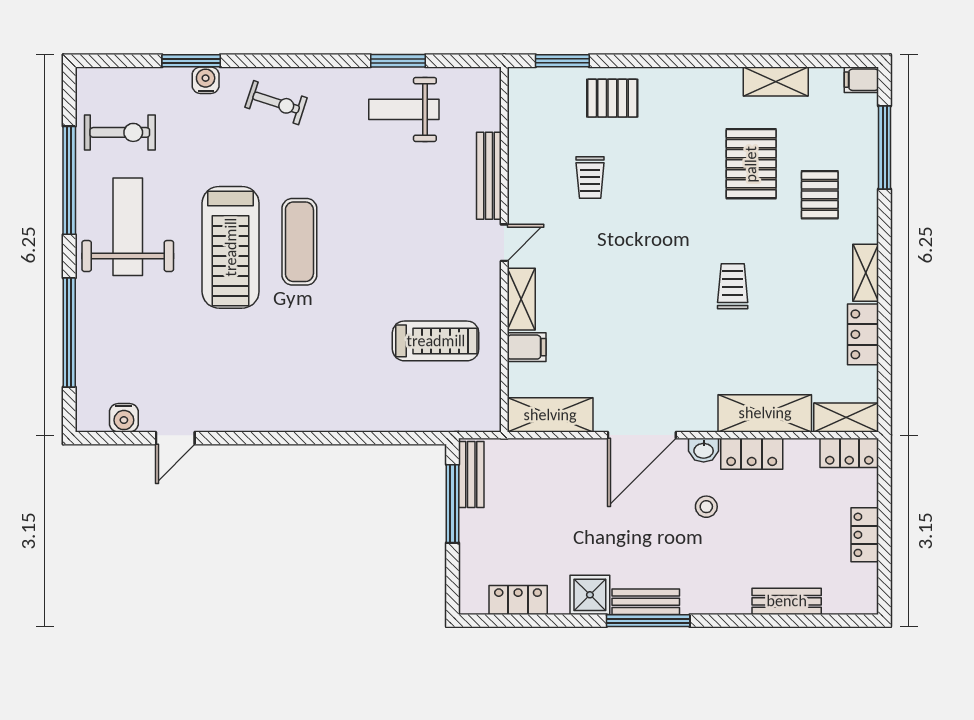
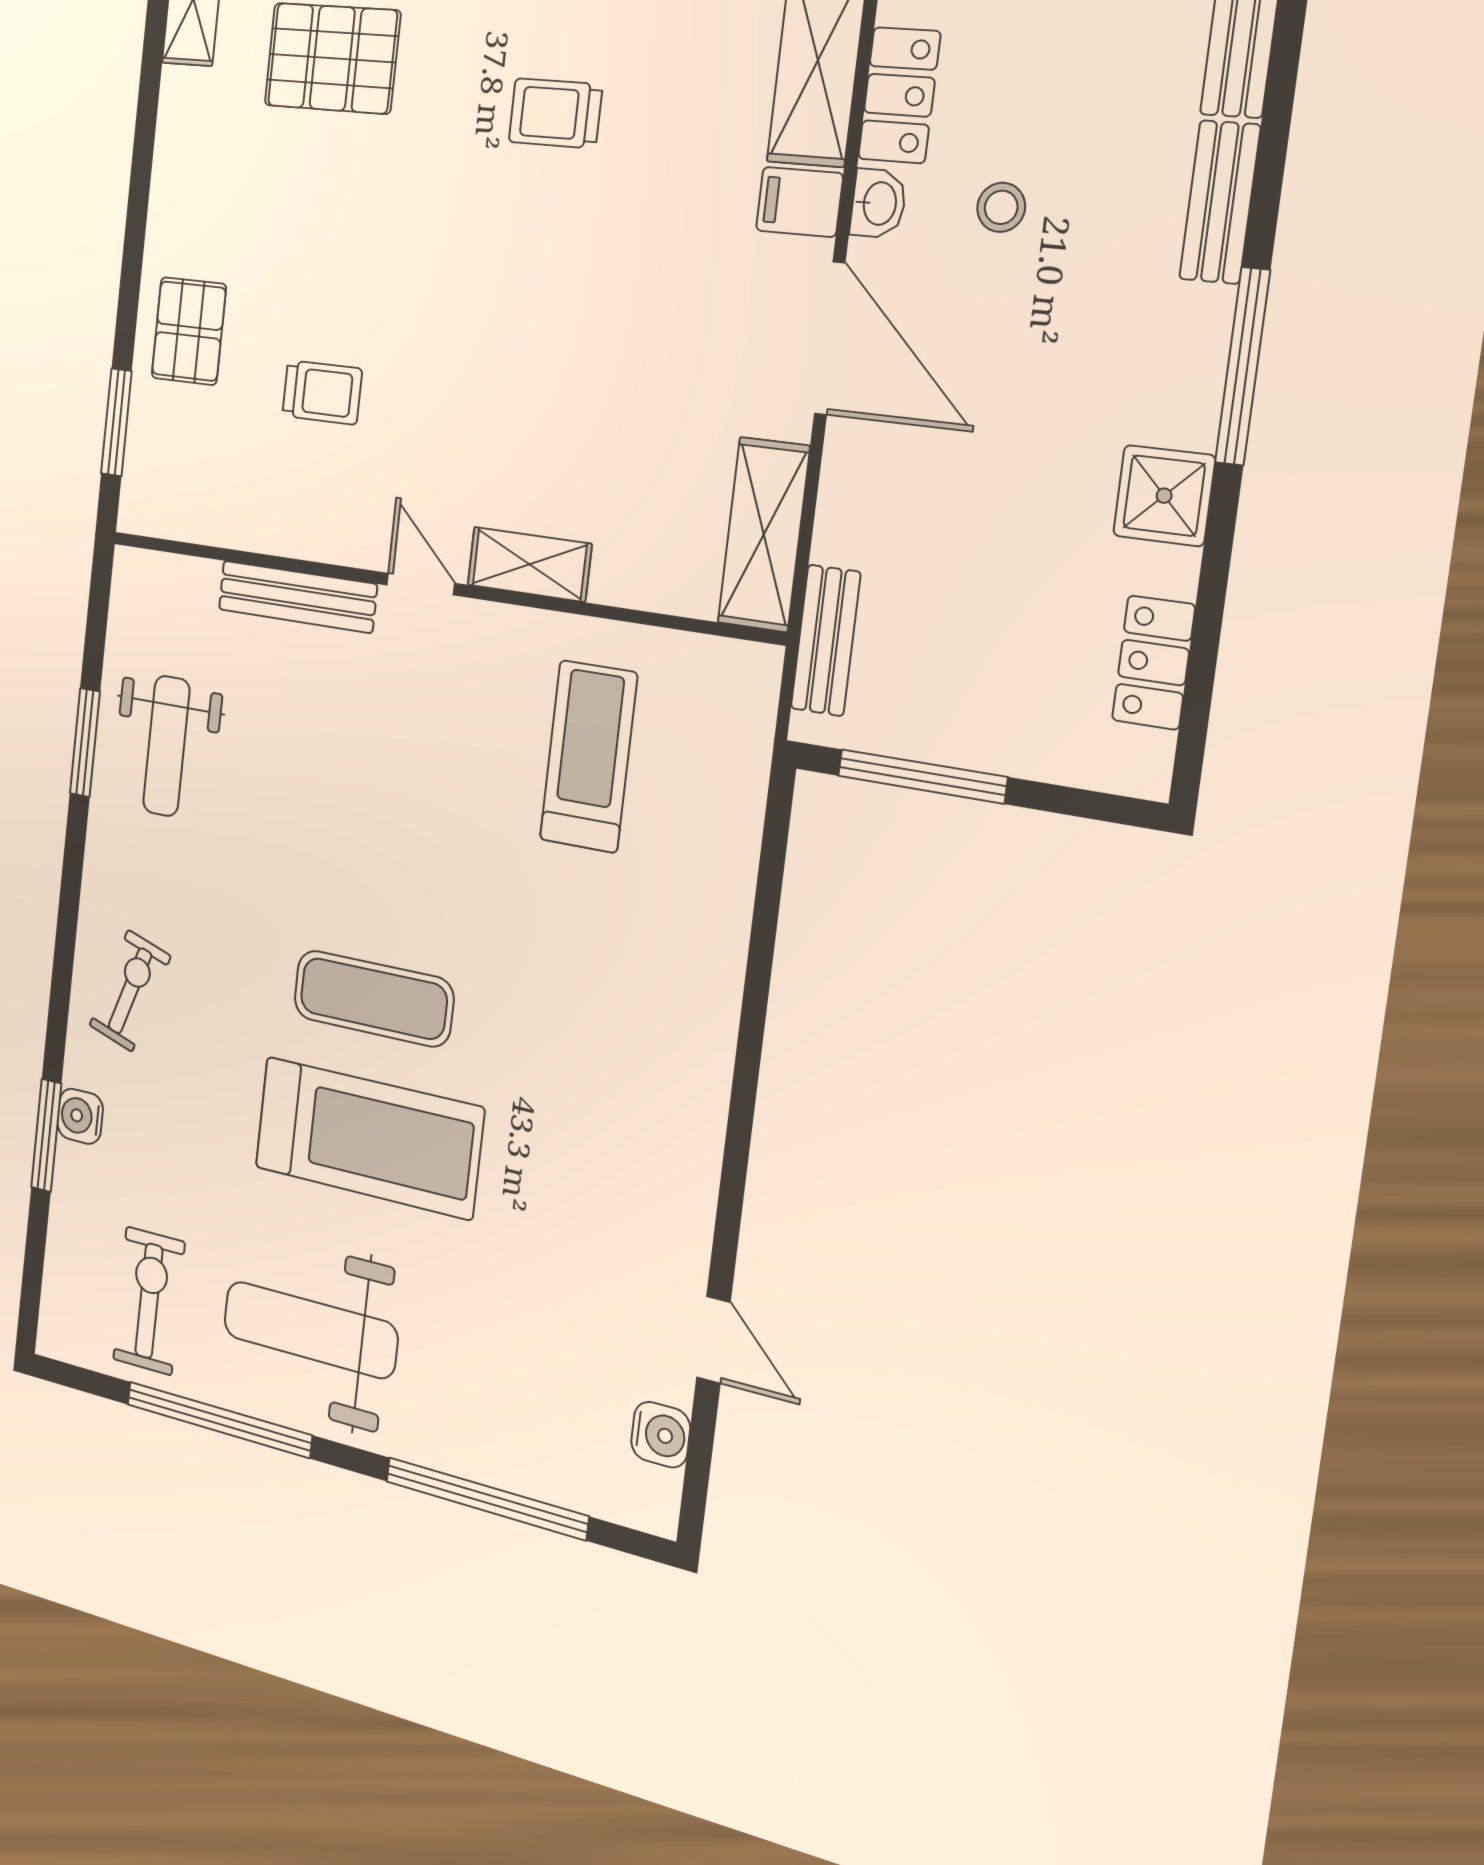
filing cabinet: (527, 347) -> (799, 202), moved, turned -90
bench: (471, 474) -> (826, 640), moved, turned 90
bench: (646, 602) -> (1220, 202), moved

